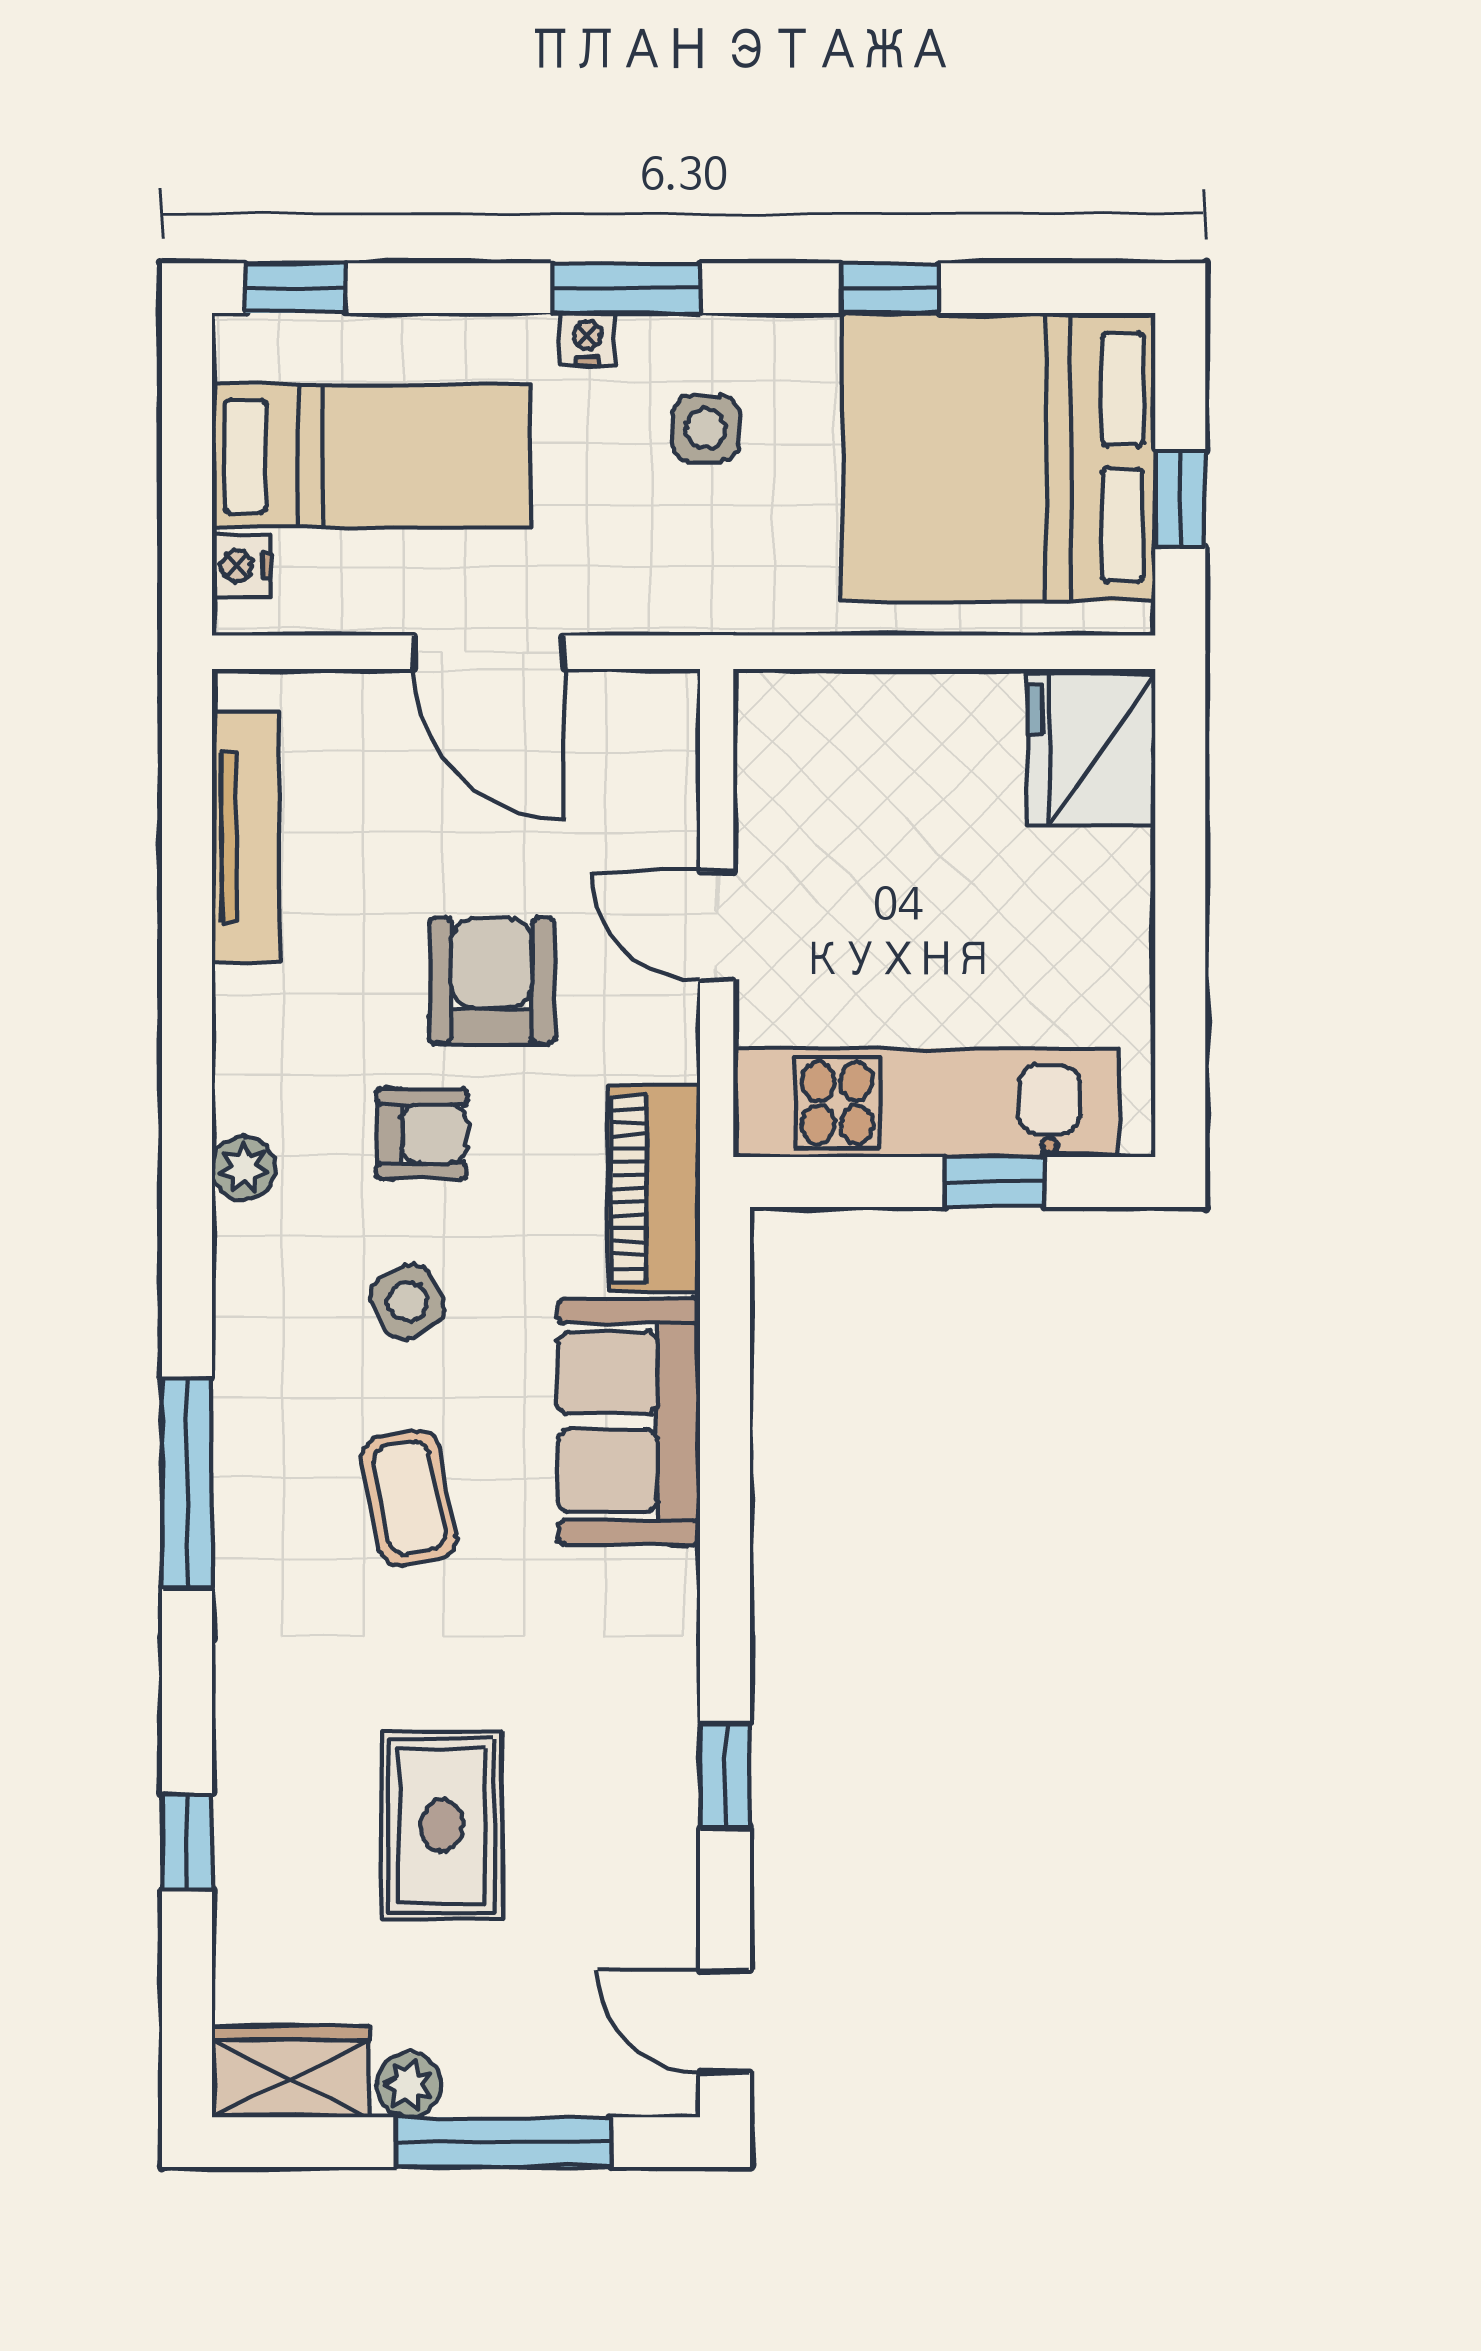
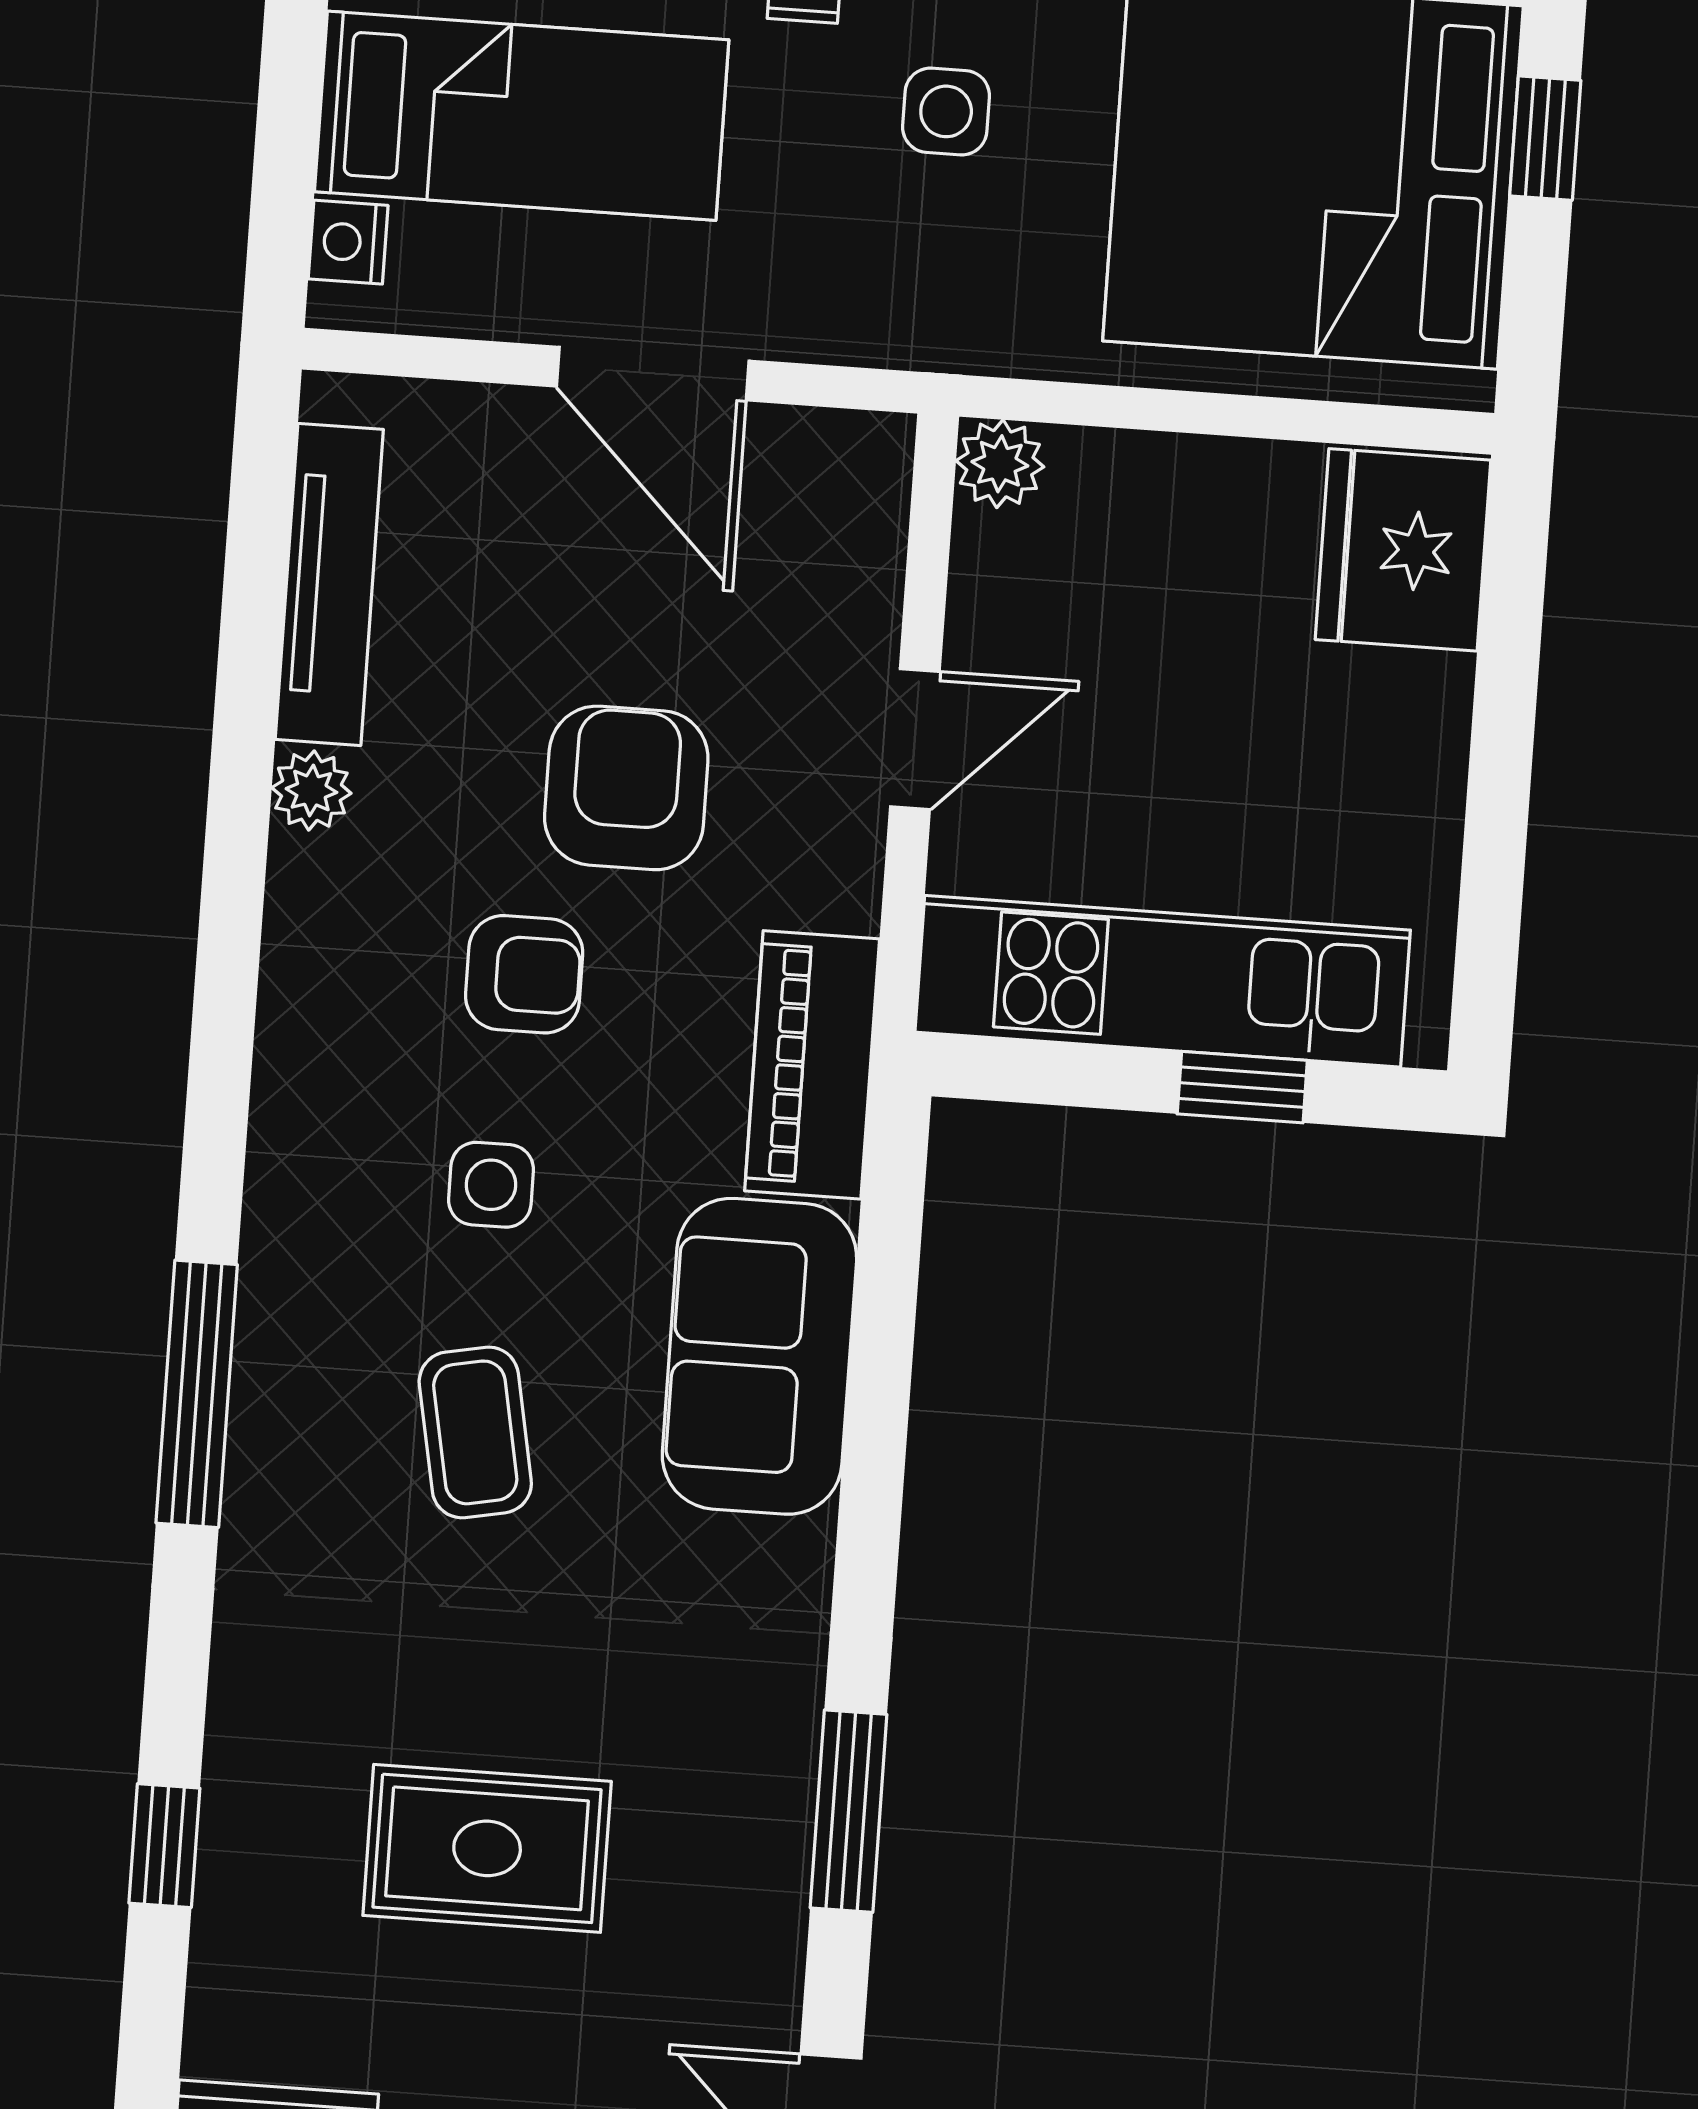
window: (1180, 499) -> (1545, 138), moved
plant: (768, 704) -> (1000, 464), added
door: (717, 926) -> (915, 739), swing flipped
plant: (243, 1168) -> (311, 790), moved
side table: (407, 1302) -> (491, 1185), turned 30
window: (725, 1776) -> (849, 1811), width x1.50
rug: (442, 1825) -> (487, 1848), turned 90

